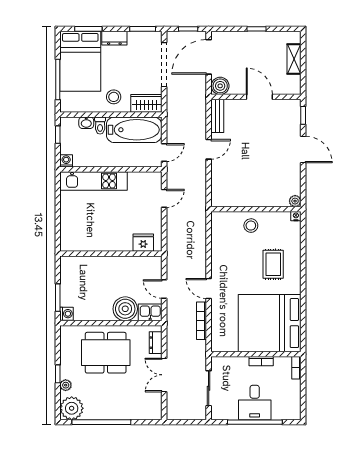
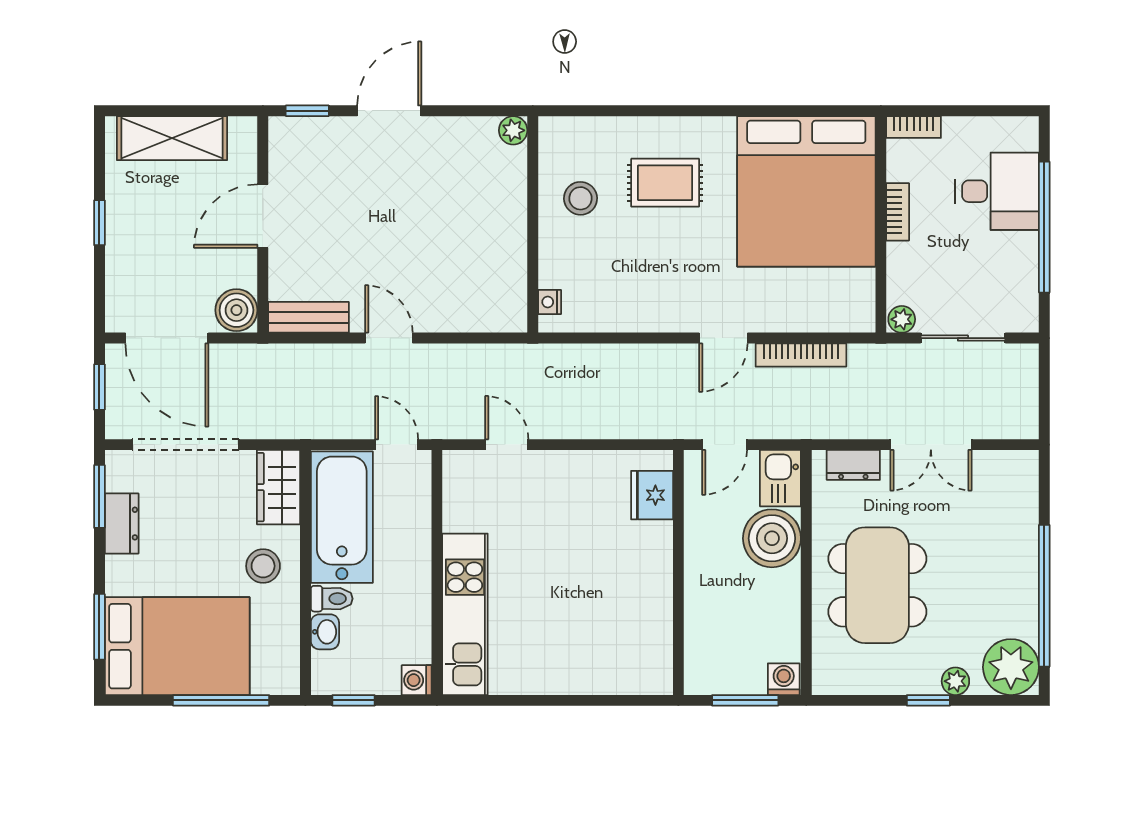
dresser: (114, 38) -> (122, 524), moved
shelving: (294, 59) -> (172, 138), width x1.50, depth x1.33
nightstand: (296, 216) -> (550, 302), moved
stool: (251, 226) -> (580, 198), moved
fridge: (143, 243) -> (652, 495), moved
wall: (111, 254) -> (678, 572), moved
plant: (216, 363) -> (902, 319), added
desk: (255, 403) -> (997, 191), moved

